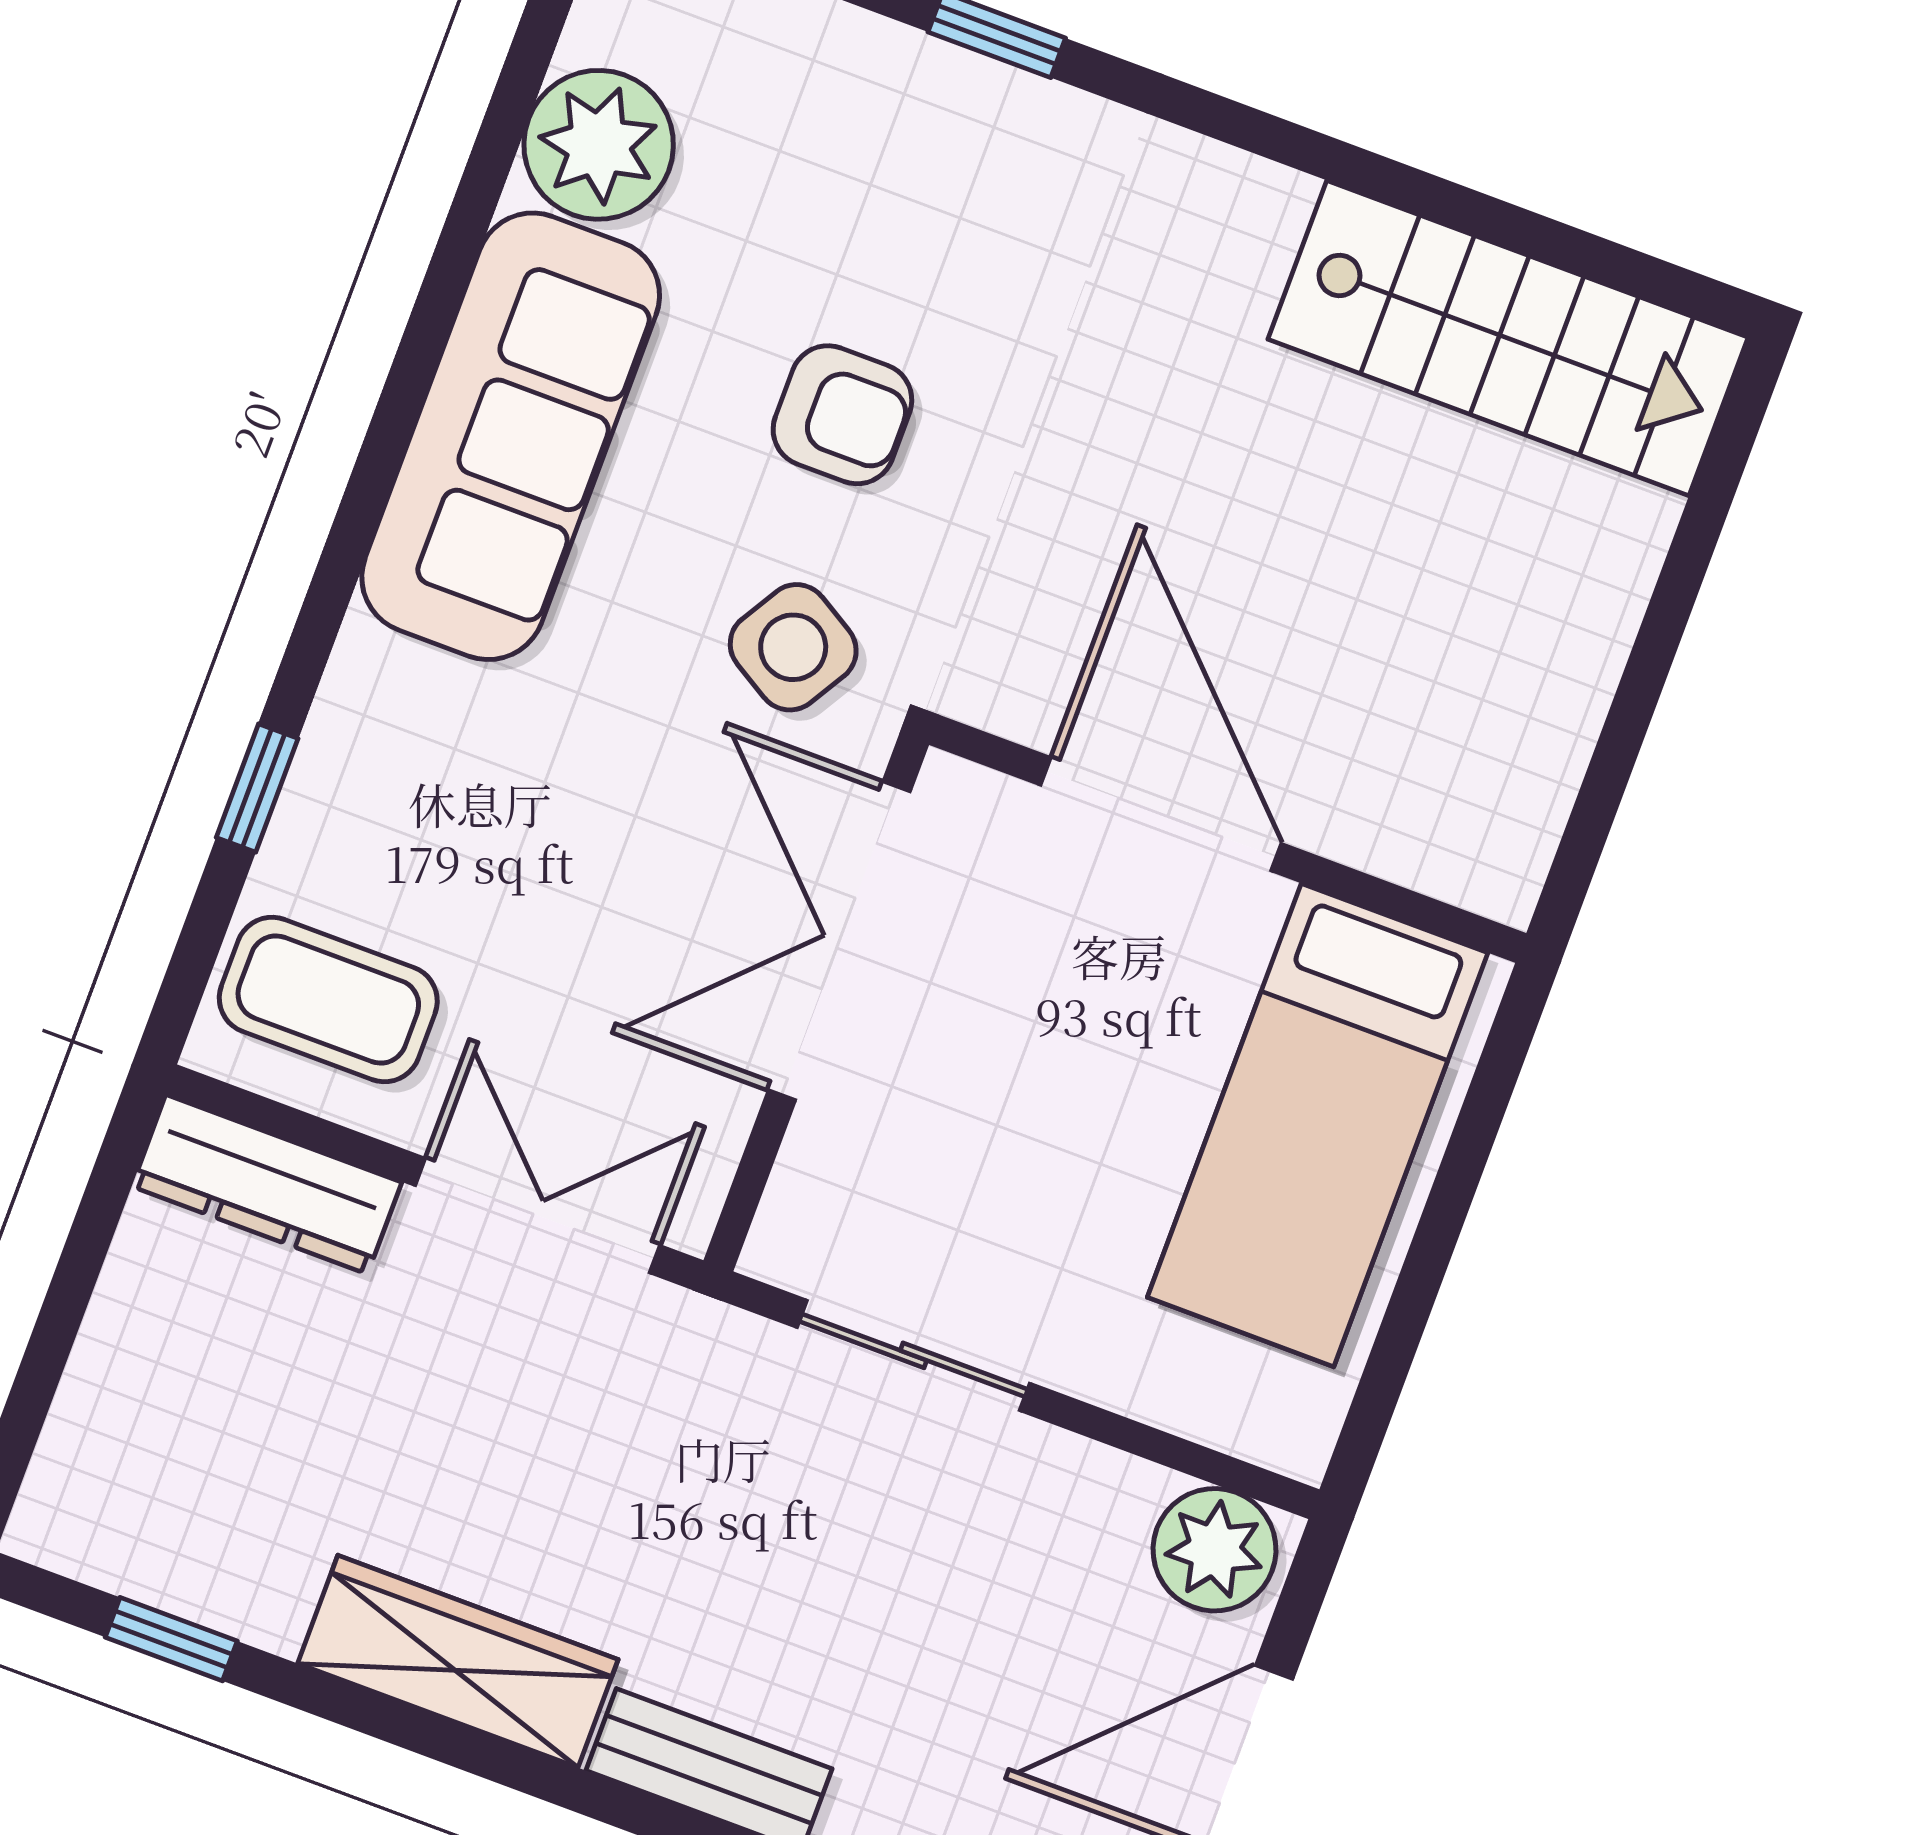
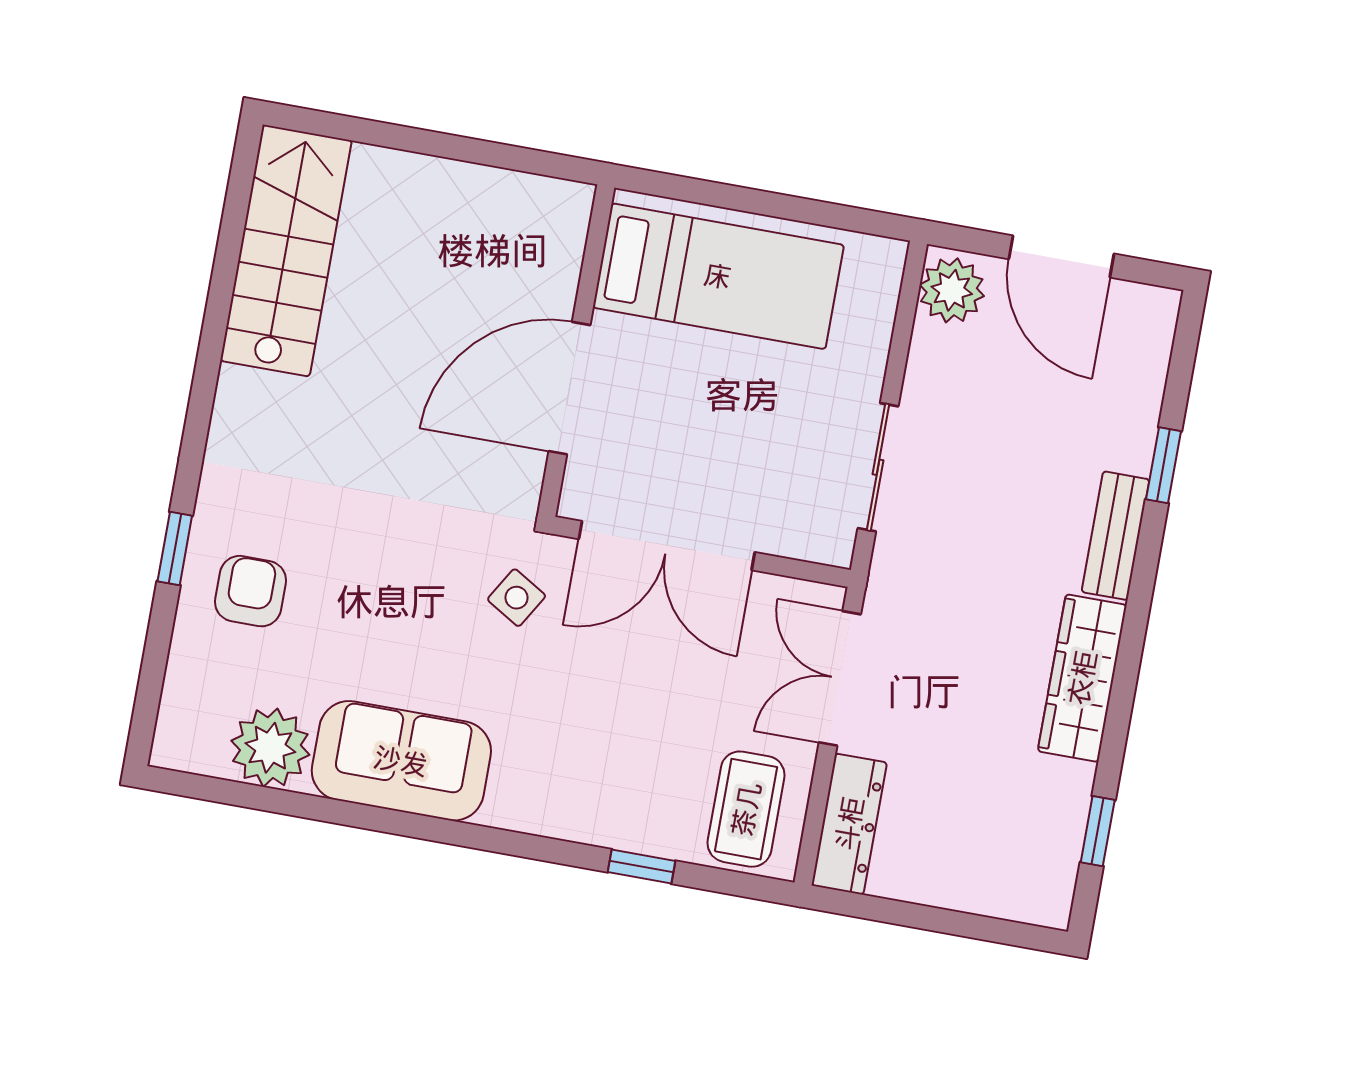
armchair: (842, 415) -> (251, 591), moved
sofa: (511, 436) -> (401, 761), width x0.73
side table: (793, 647) -> (517, 598), width x0.73, depth x0.73

